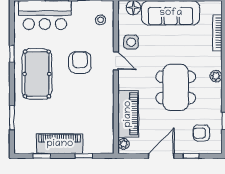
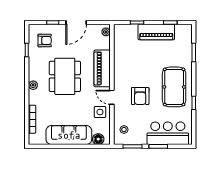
piano: (128, 114) -> (102, 68), moved

